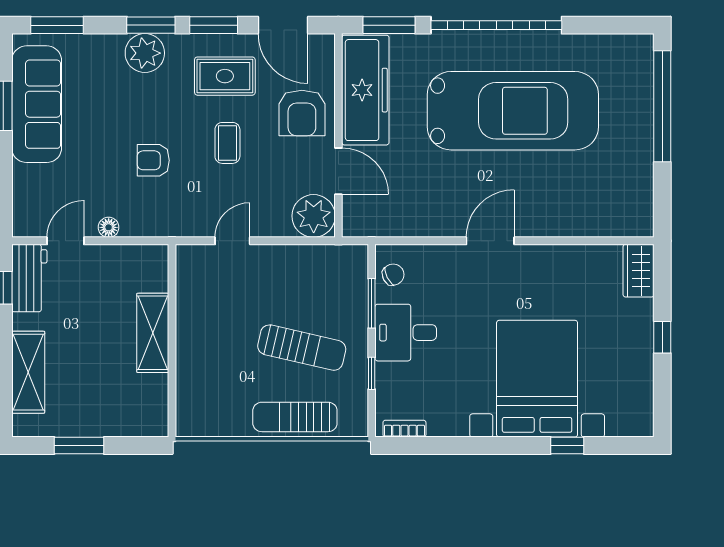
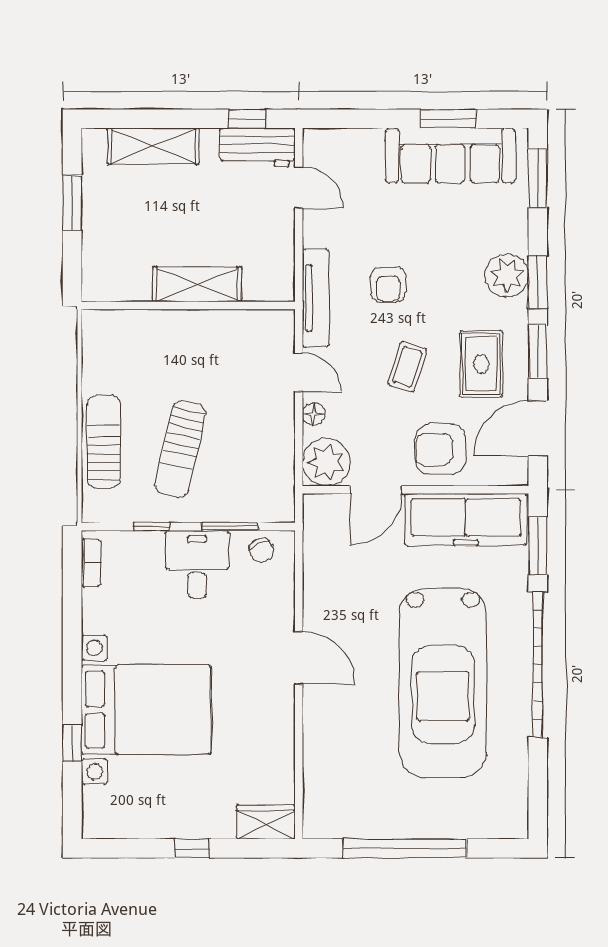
window: (662, 106) -> (405, 848), moved
coffee table: (227, 143) -> (407, 367), turned -73
armchair: (153, 160) -> (388, 285), turned 180
tv unit: (165, 225) -> (316, 298), added
floor lamp: (109, 227) -> (314, 414), moved

